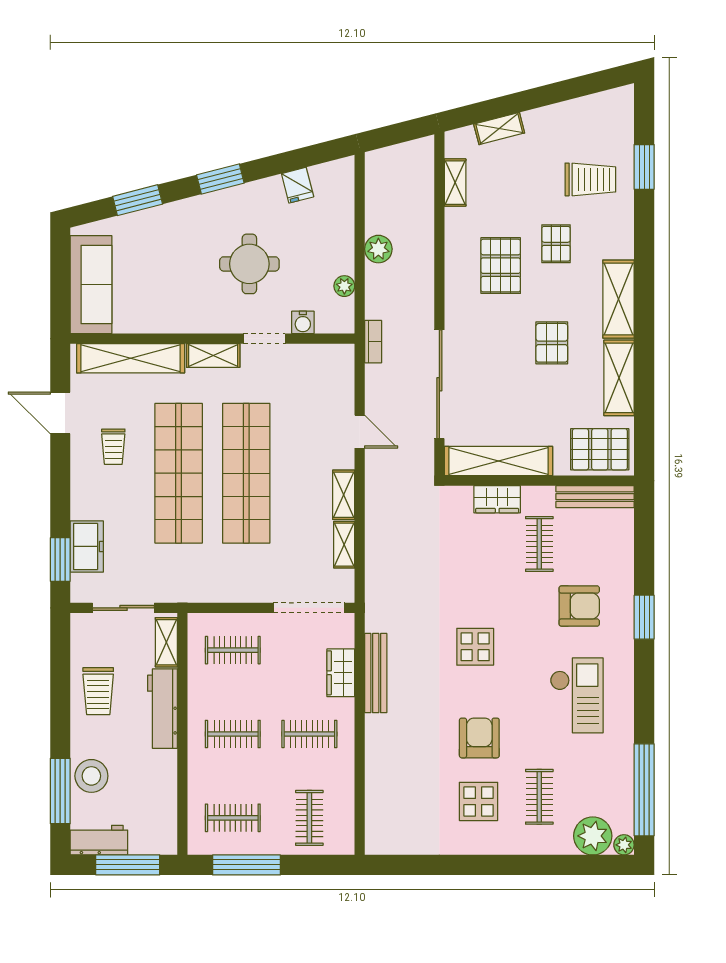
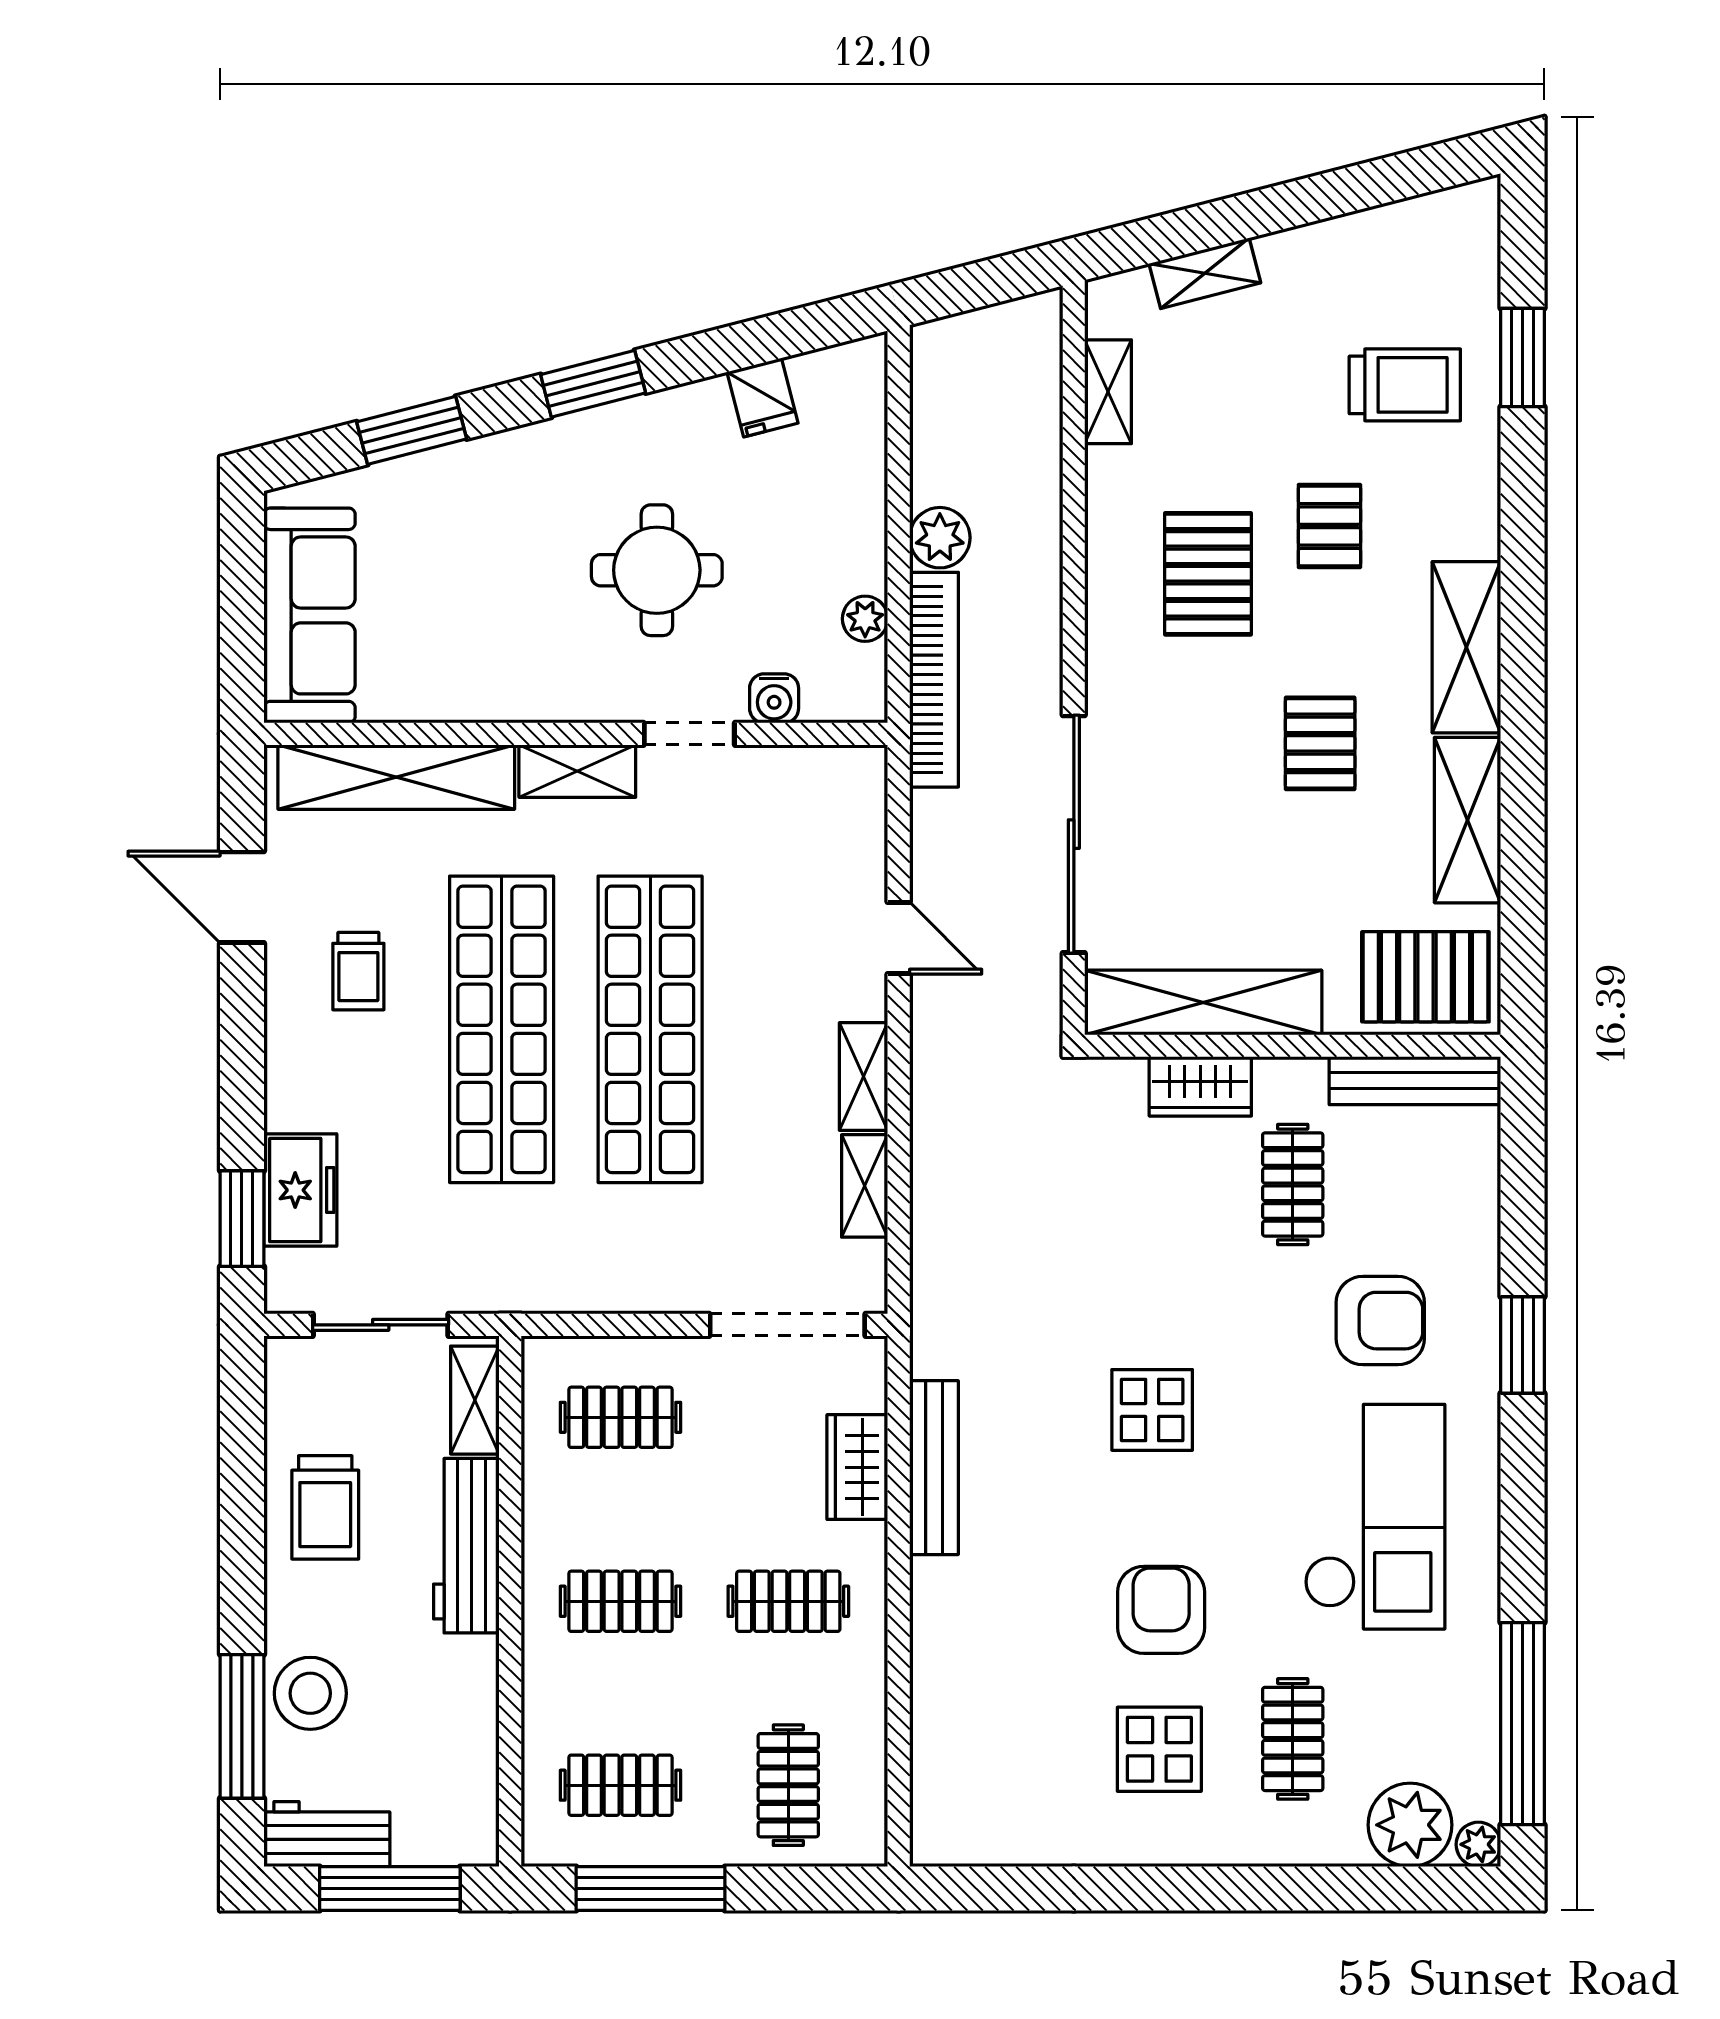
bookcase: (373, 342) -> (934, 680), width x2.31, depth x1.31
checkout: (577, 695) -> (1375, 1517), width x1.36, depth x1.21

